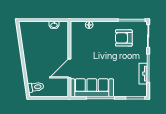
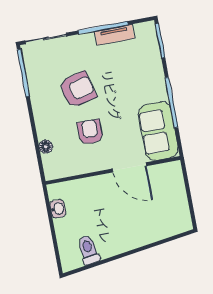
armchair: (124, 38) -> (78, 90), moved, turned -104
armchair: (93, 50) -> (90, 132), added
toilet: (36, 87) -> (88, 250), moved
sofa: (92, 88) -> (158, 131), width x0.73

